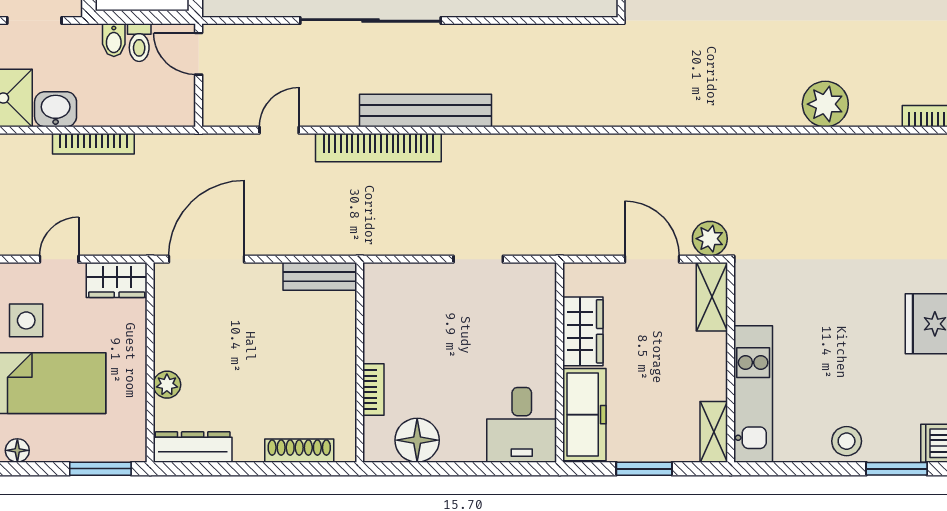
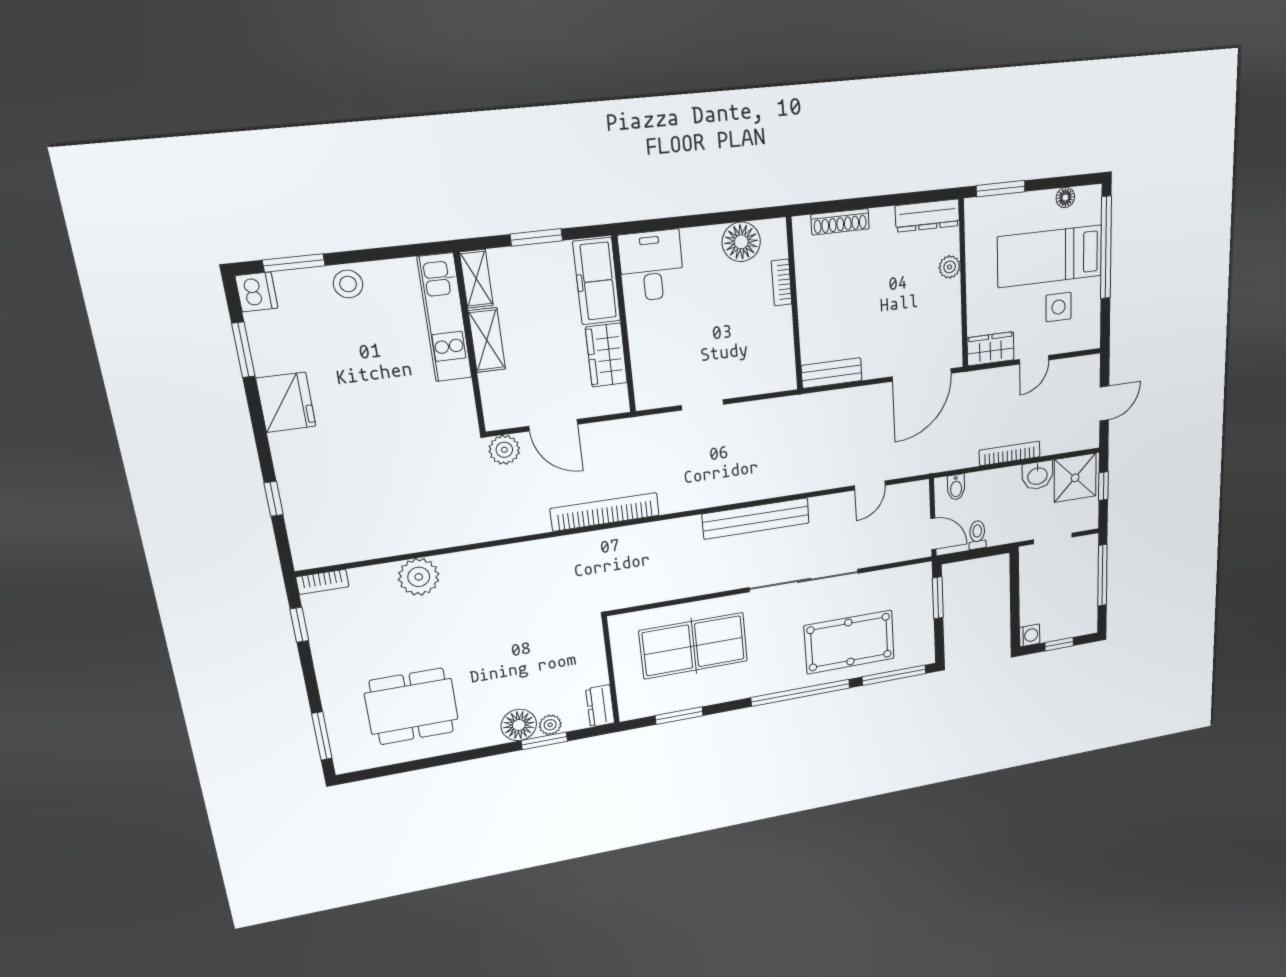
bidet: (114, 40) -> (956, 487), moved, turned 180
bookcase: (378, 148) -> (605, 512), moved
shelving: (712, 297) -> (487, 340), moved

